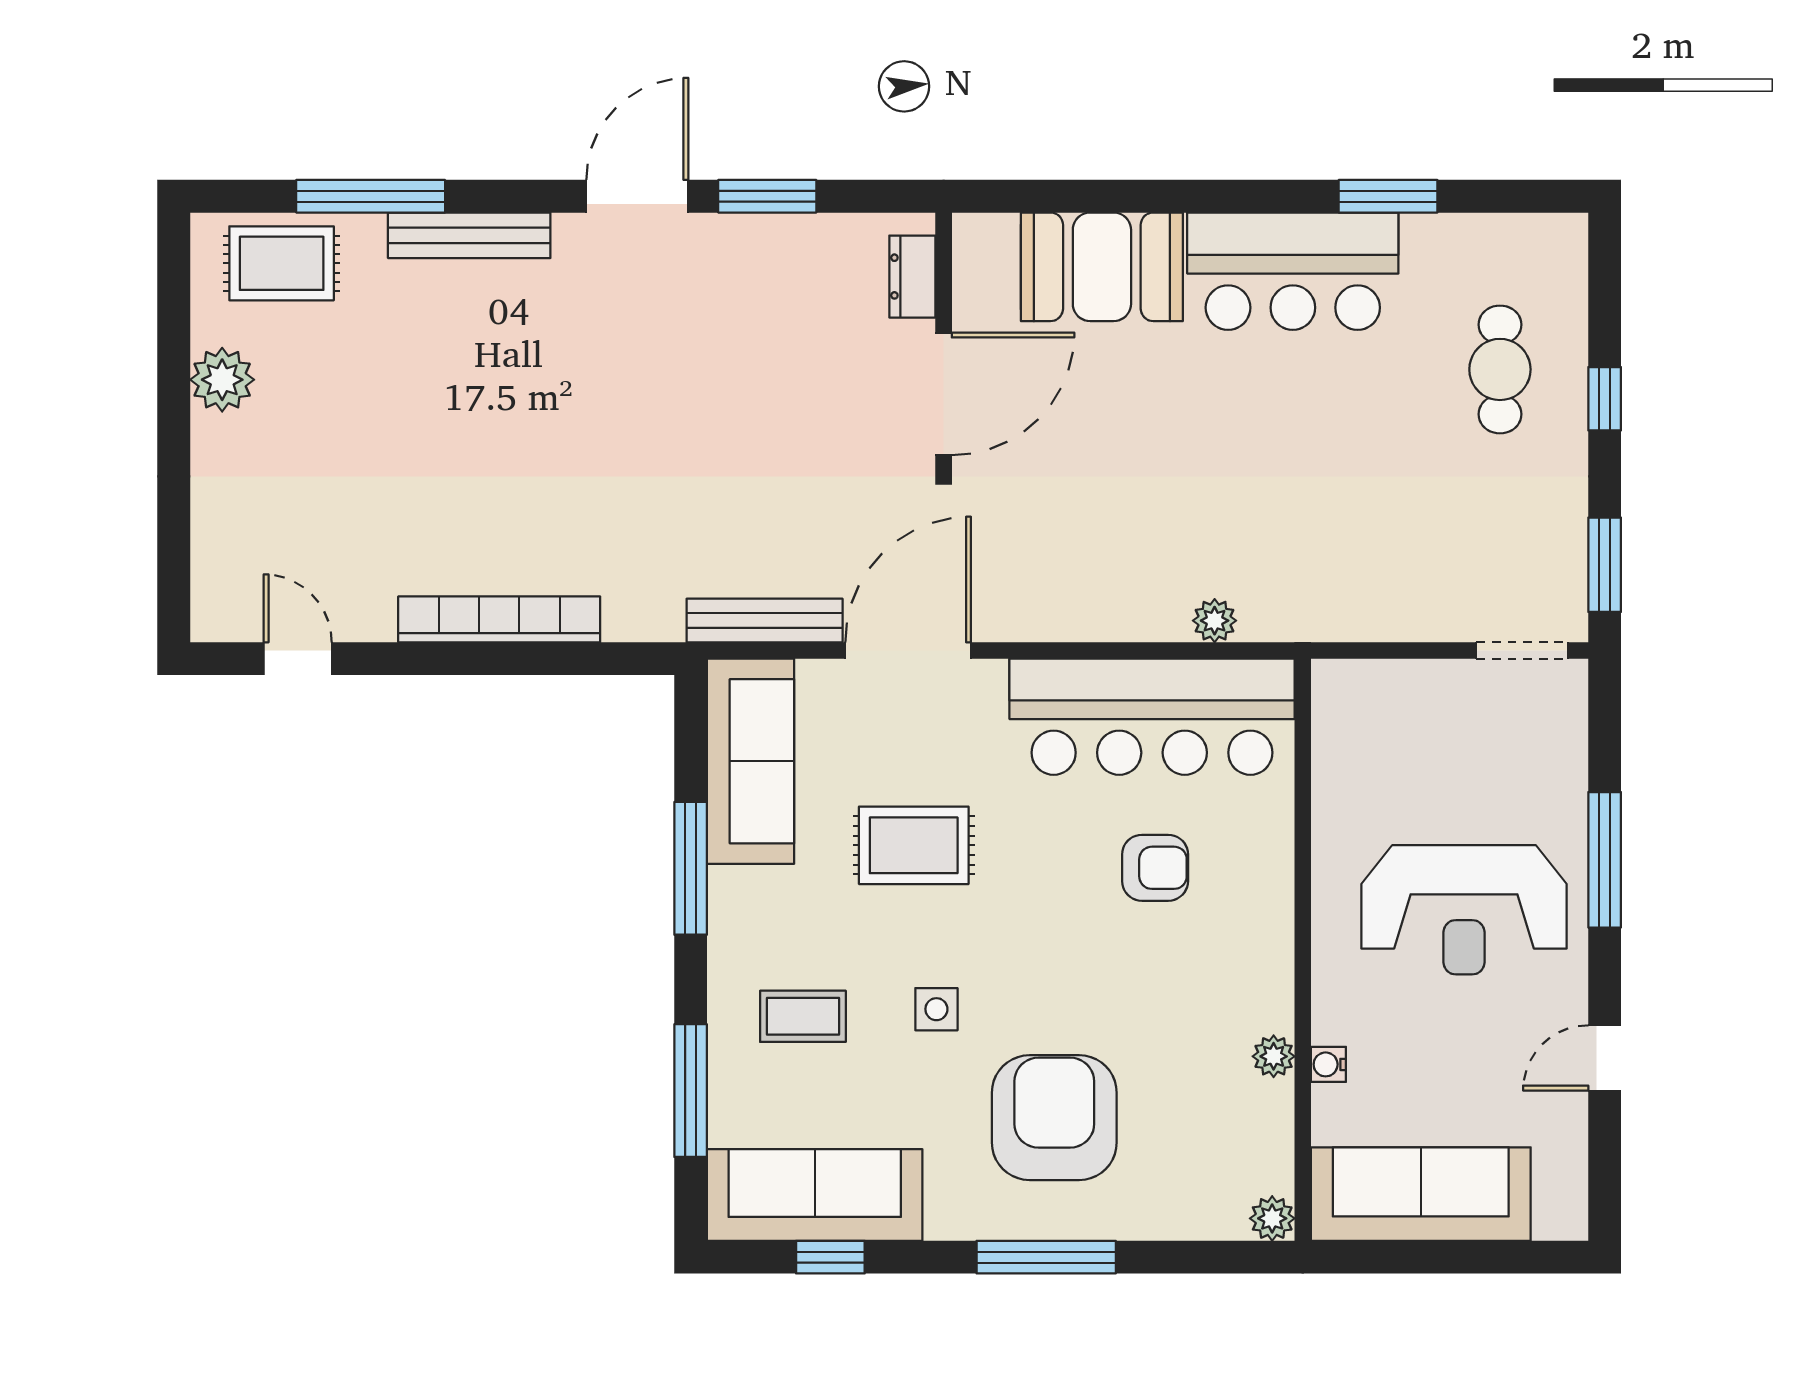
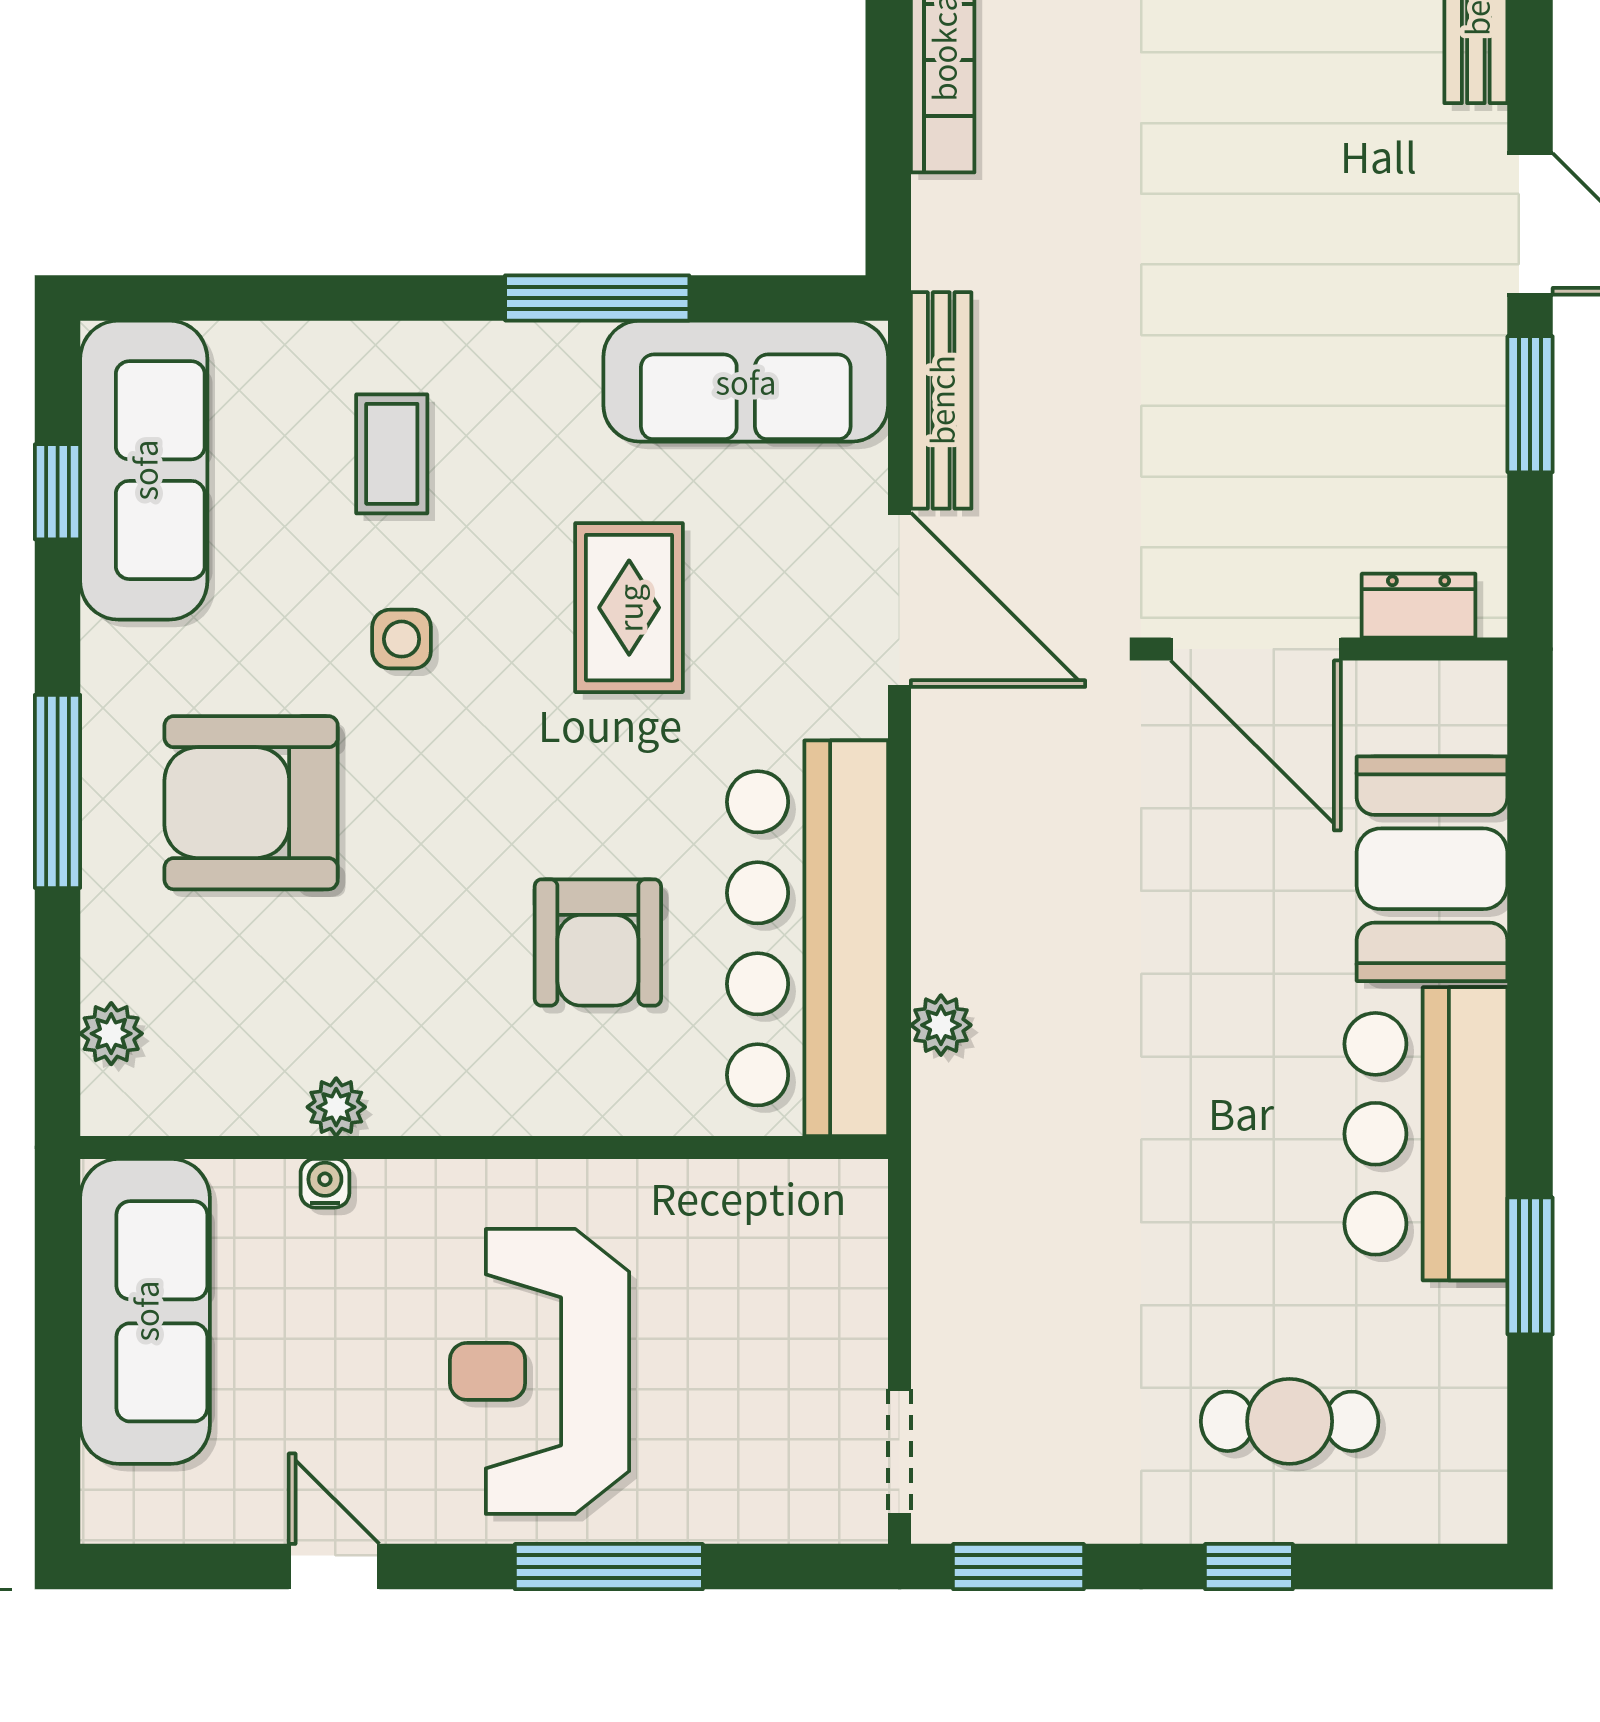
armchair: (1155, 868) -> (598, 943), width x1.38, depth x1.38
window: (691, 1091) -> (289, 298), removed
armchair: (1054, 1118) -> (251, 803), turned 180
plant: (1272, 1218) -> (111, 1034), moved

